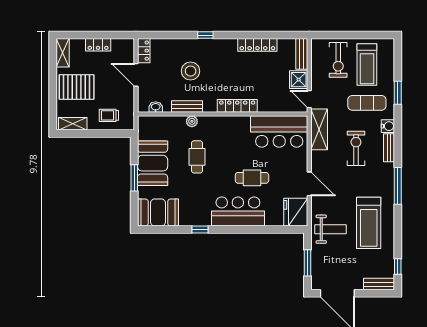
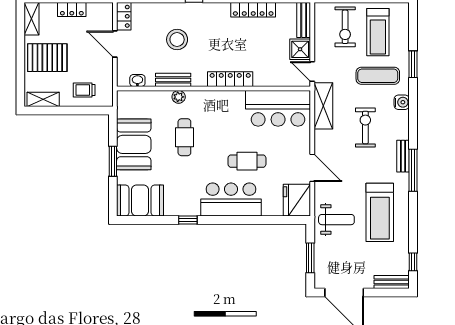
bench: (389, 148) -> (403, 156), moved

